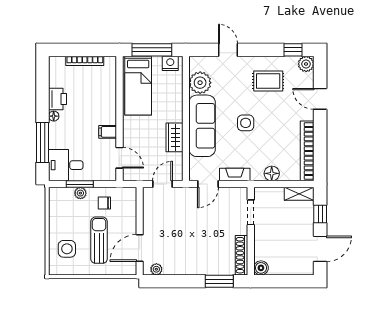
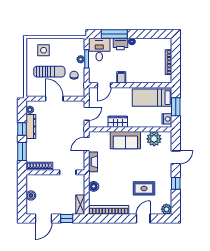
window: (152, 50) -> (176, 107), width x0.69
window: (293, 50) -> (176, 183), moved
rug: (268, 81) -> (144, 188), moved, turned 90
printer: (58, 99) -> (120, 44), moved
side table: (246, 123) -> (127, 169), removed
sofa: (202, 126) -> (125, 140), width x0.73
door: (162, 184) -> (87, 114), hinge flipped
door: (208, 184) -> (87, 144), hinge flipped
door: (140, 248) -> (54, 99), moved
door: (320, 249) -> (44, 219), hinge flipped
dresser: (182, 268) -> (31, 126), added
boiler: (261, 268) -> (31, 195), moved
window: (185, 281) -> (22, 129), added

